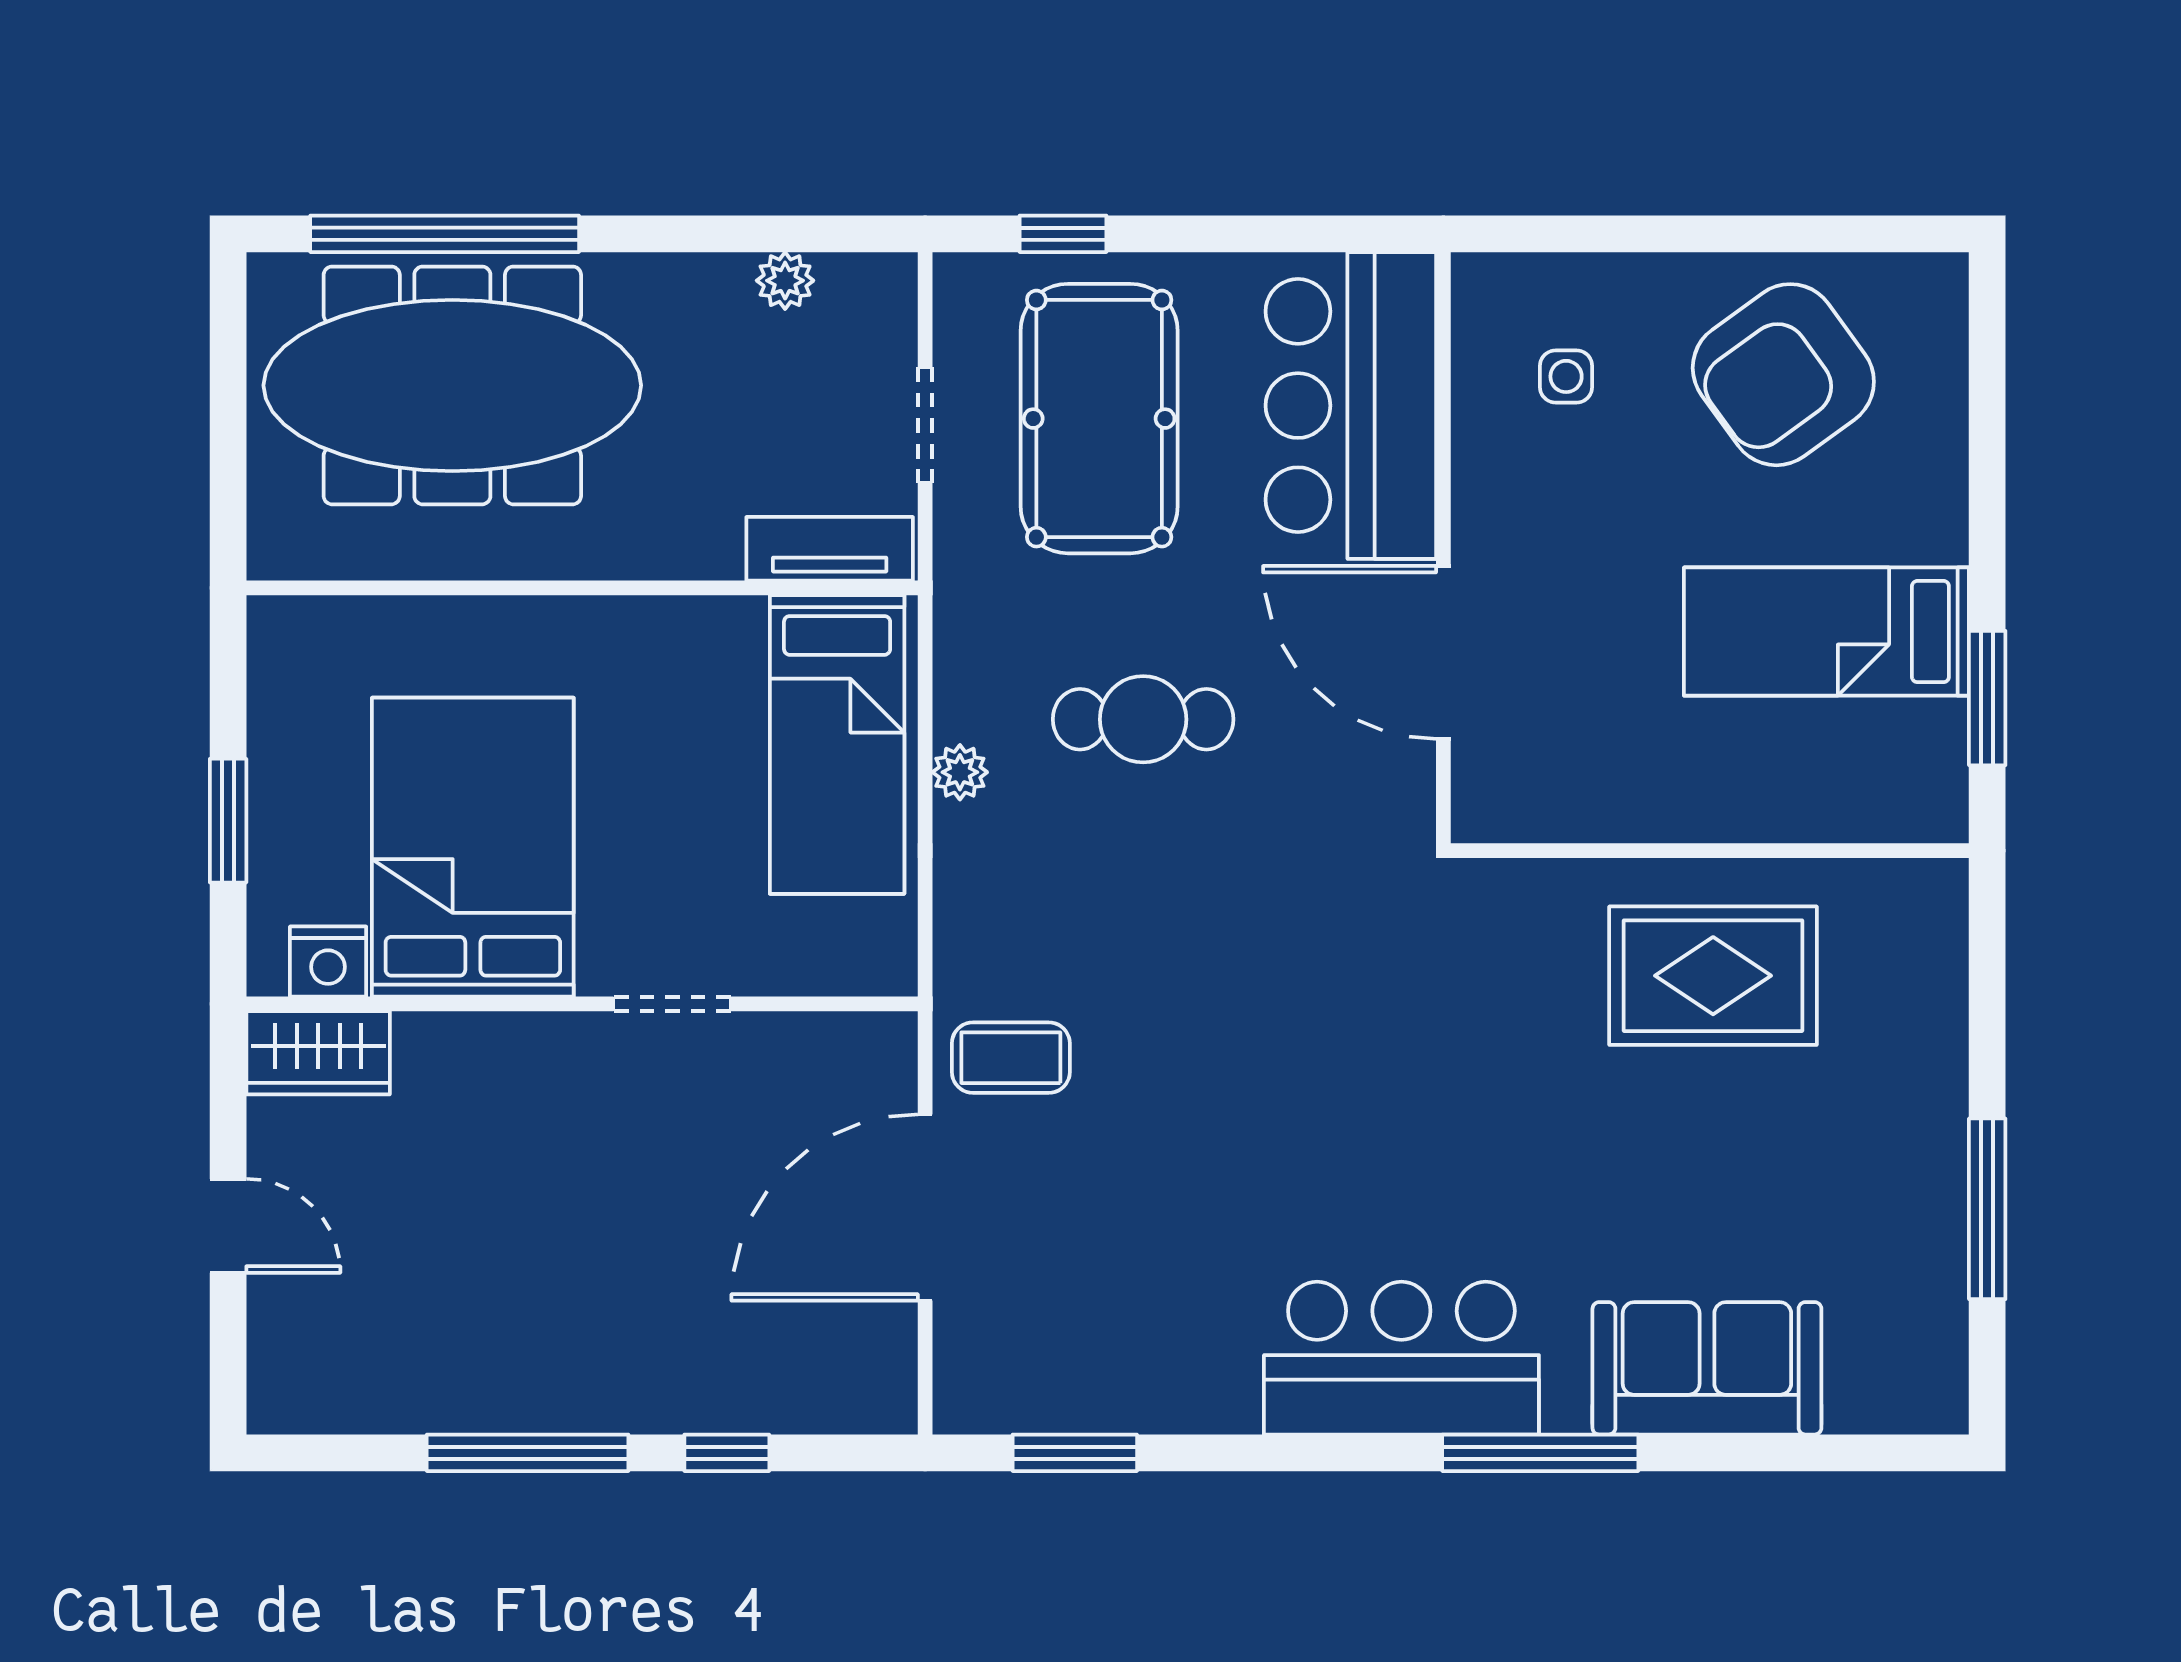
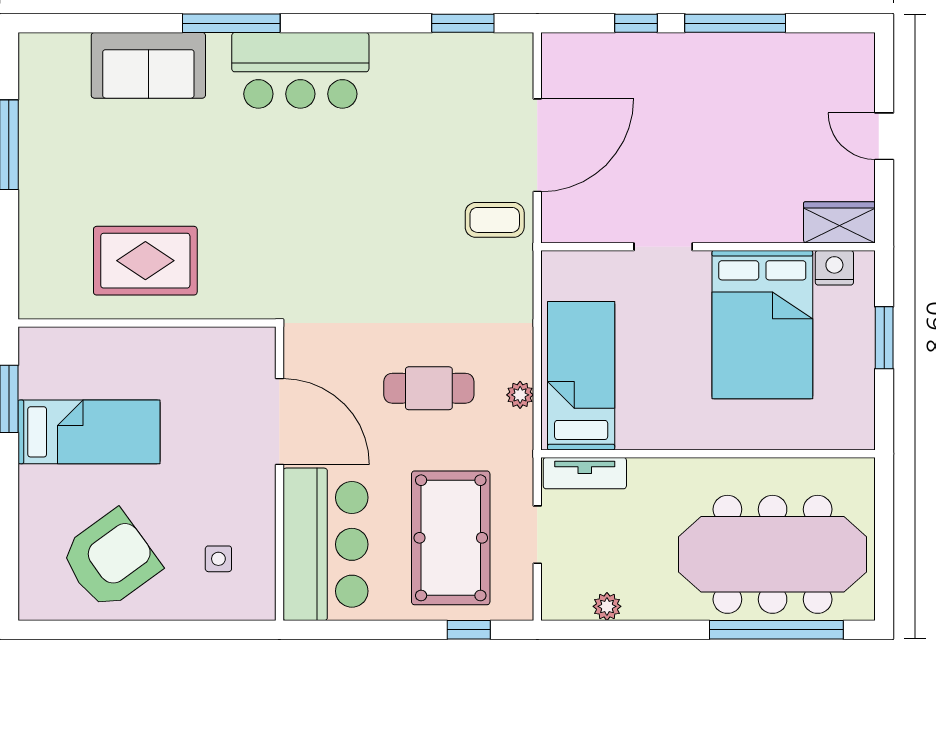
plant: (960, 772) -> (520, 395), moved

